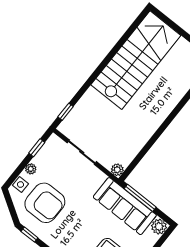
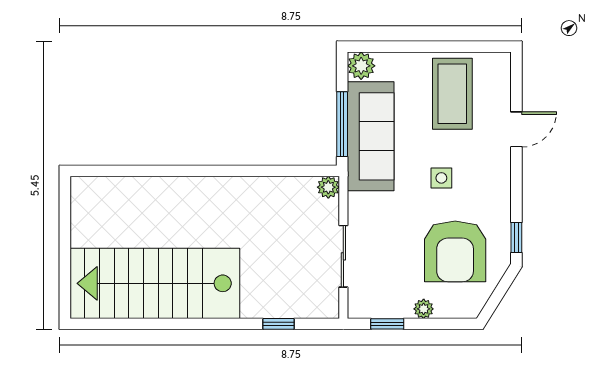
window: (66, 112) -> (278, 324), moved
side table: (21, 185) -> (441, 178), moved
armchair: (45, 203) -> (455, 251), turned 180

